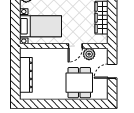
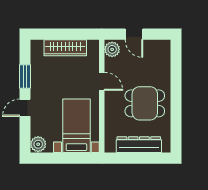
plant: (89, 54) -> (112, 49), moved
dining table: (79, 83) -> (145, 103), moved

